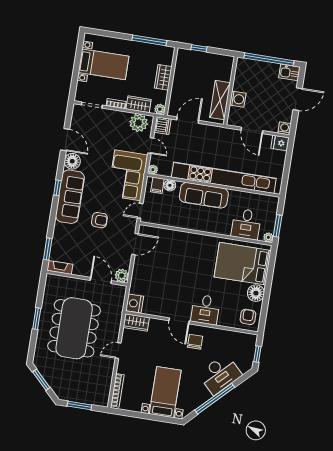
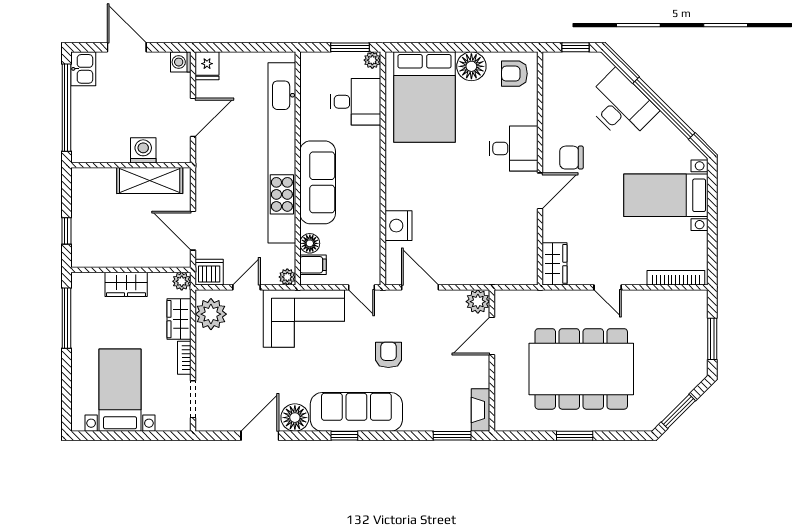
nightstand: (135, 303) -> (398, 226), moved, turned 90

